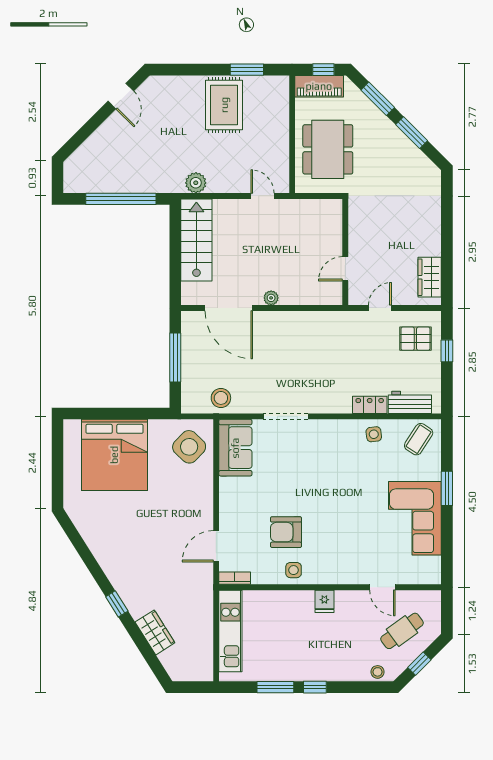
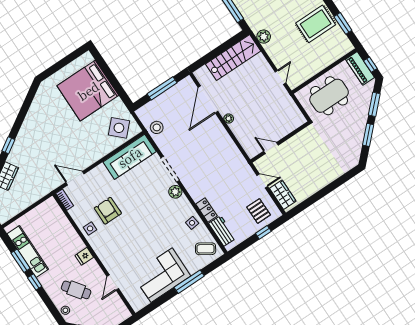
wardrobe: (430, 277) -> (283, 195), moved, turned 90
plant: (319, 429) -> (175, 192), added
sofa: (235, 448) -> (130, 157), width x1.36
window: (447, 488) -> (189, 282), width x1.44
kitchen unit: (230, 631) -> (28, 251), moved, turned -90
cafe table: (402, 631) -> (76, 290), moved

